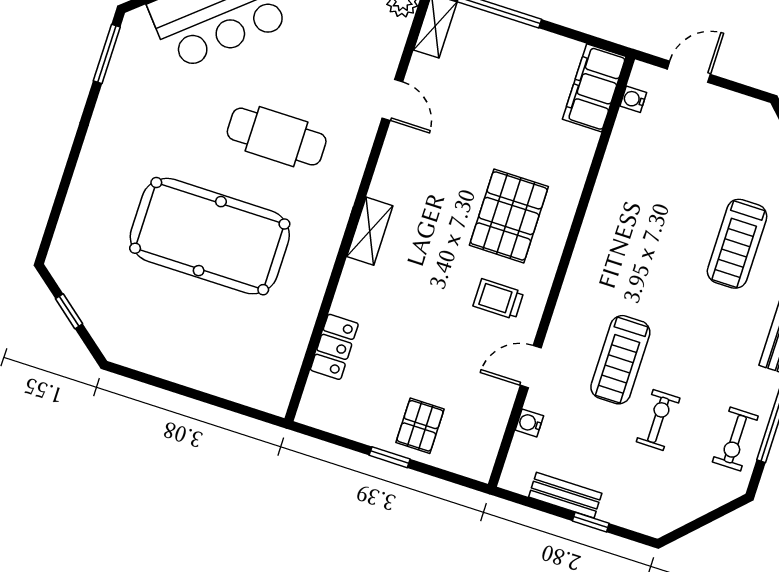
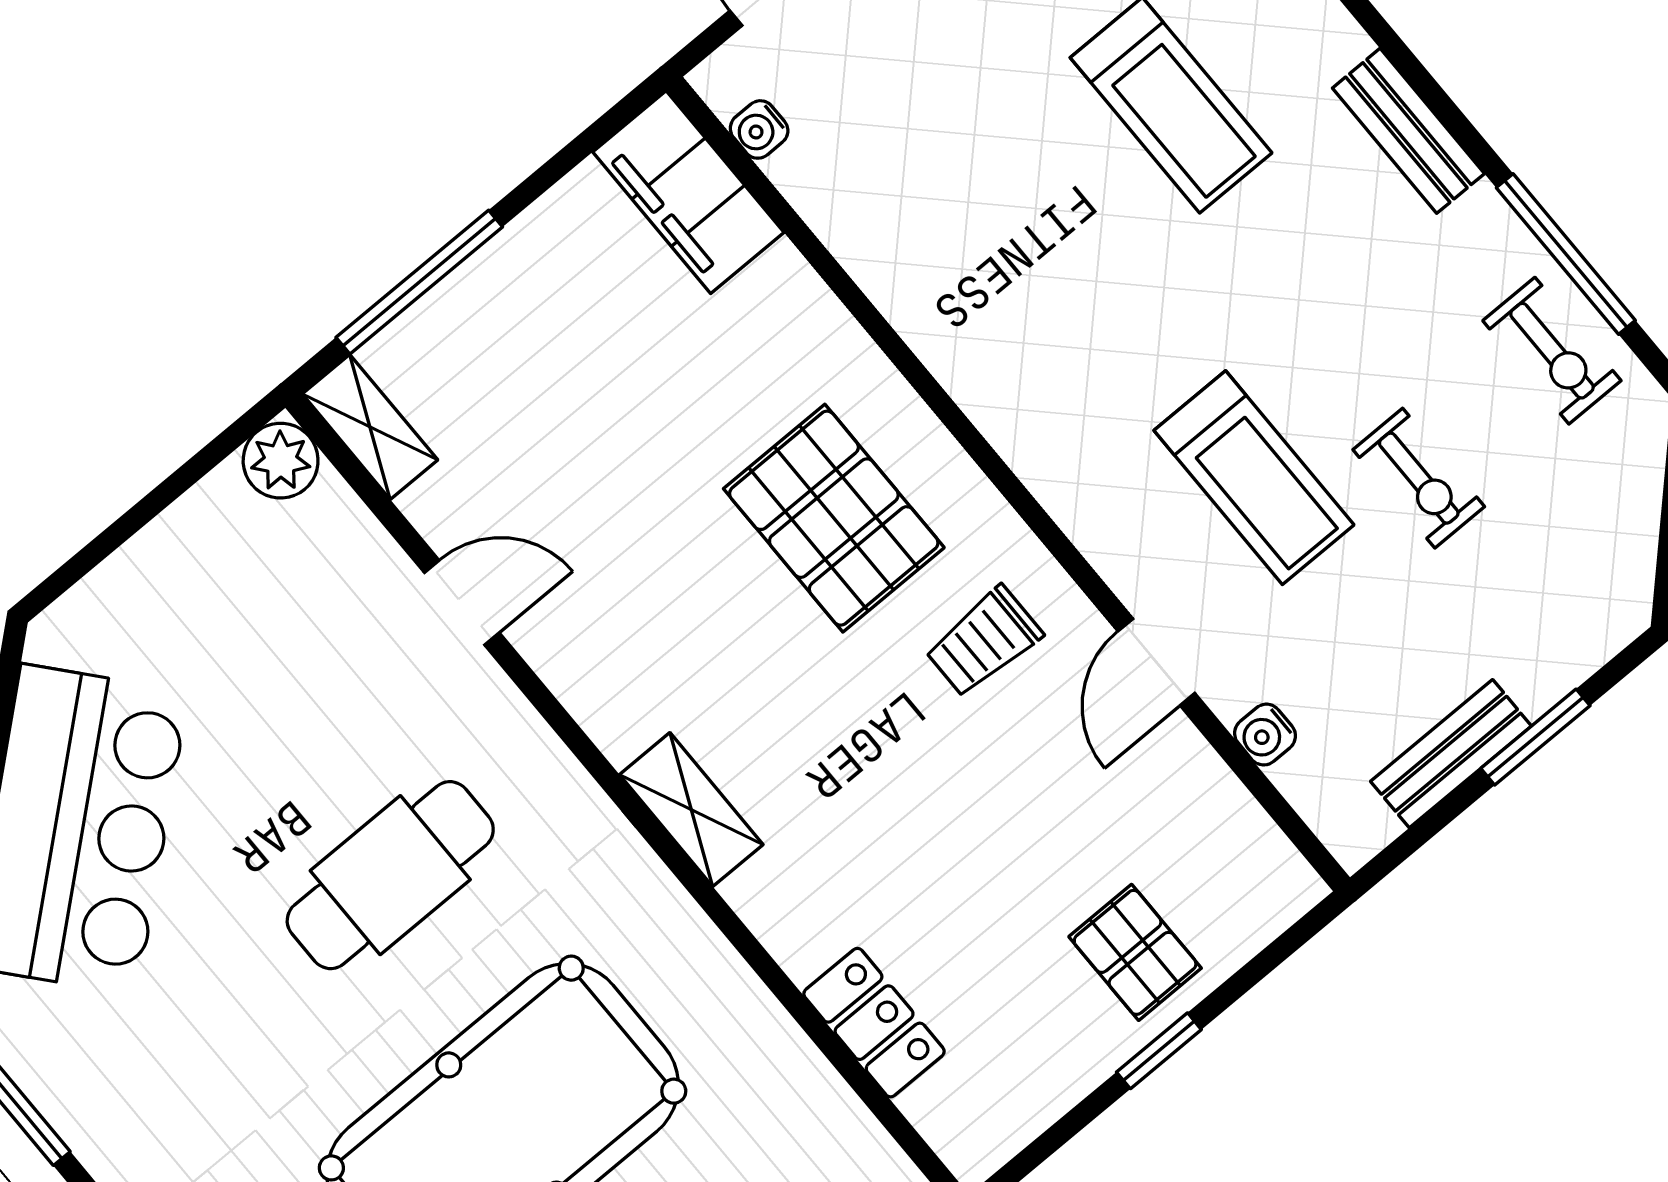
exercise bike: (658, 420) -> (1419, 478), turned 180
window: (591, 522) -> (1535, 737), width x1.50

